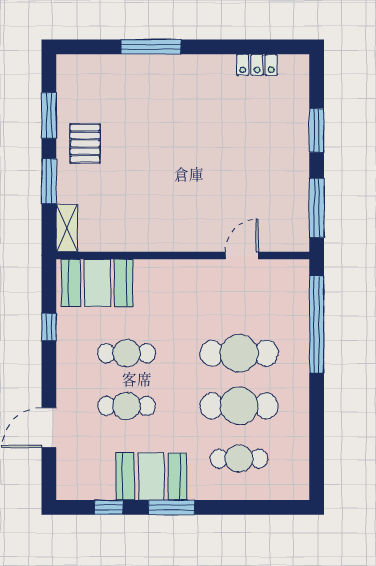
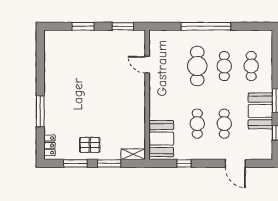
locker: (257, 65) -> (50, 145), moved
window: (317, 208) -> (123, 26), width x0.69
window: (317, 324) -> (206, 26), moved
cafe table: (239, 406) -> (224, 66), width x0.73, depth x0.74

